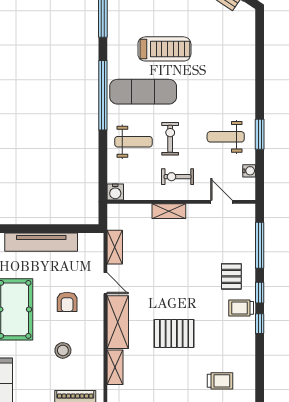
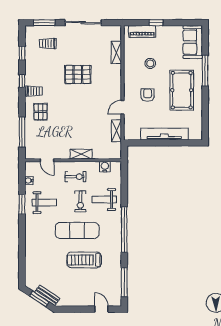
exercise mat: (143, 92) -> (77, 230), moved
water cooler: (115, 192) -> (105, 167), moved
door: (105, 283) -> (123, 107), hinge flipped
window: (260, 293) -> (22, 53), moved
shelving: (118, 322) -> (115, 82), removed

